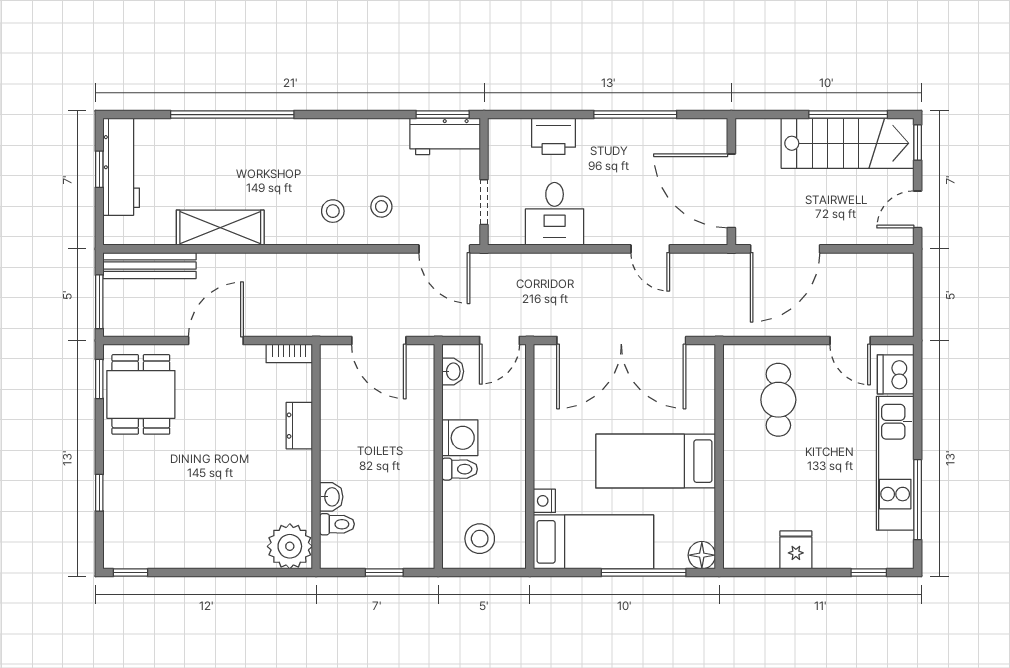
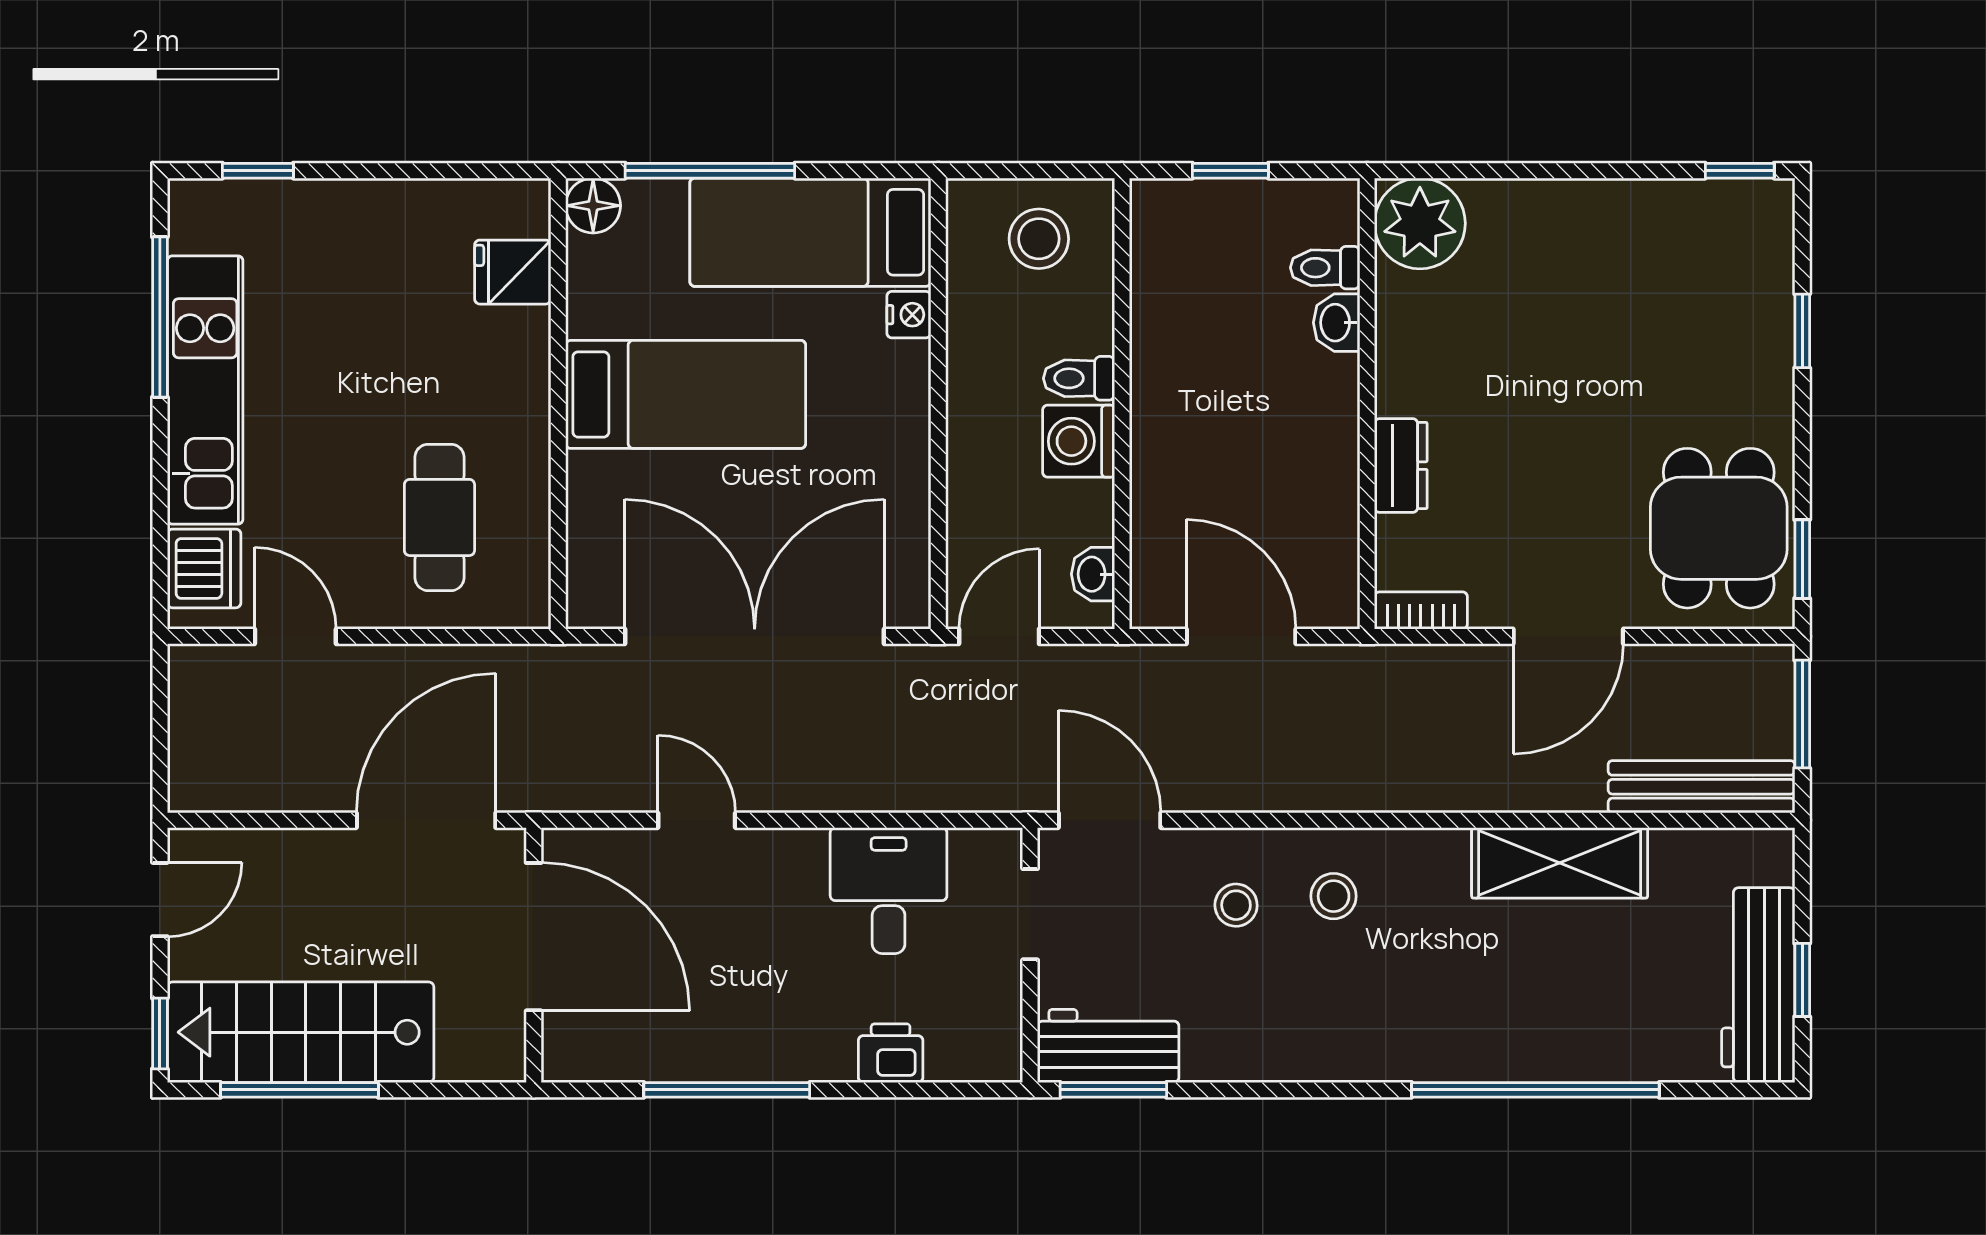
printer: (554, 136) -> (891, 1053), width x0.73, depth x0.81
fridge: (796, 550) -> (513, 272), moved, turned 90

